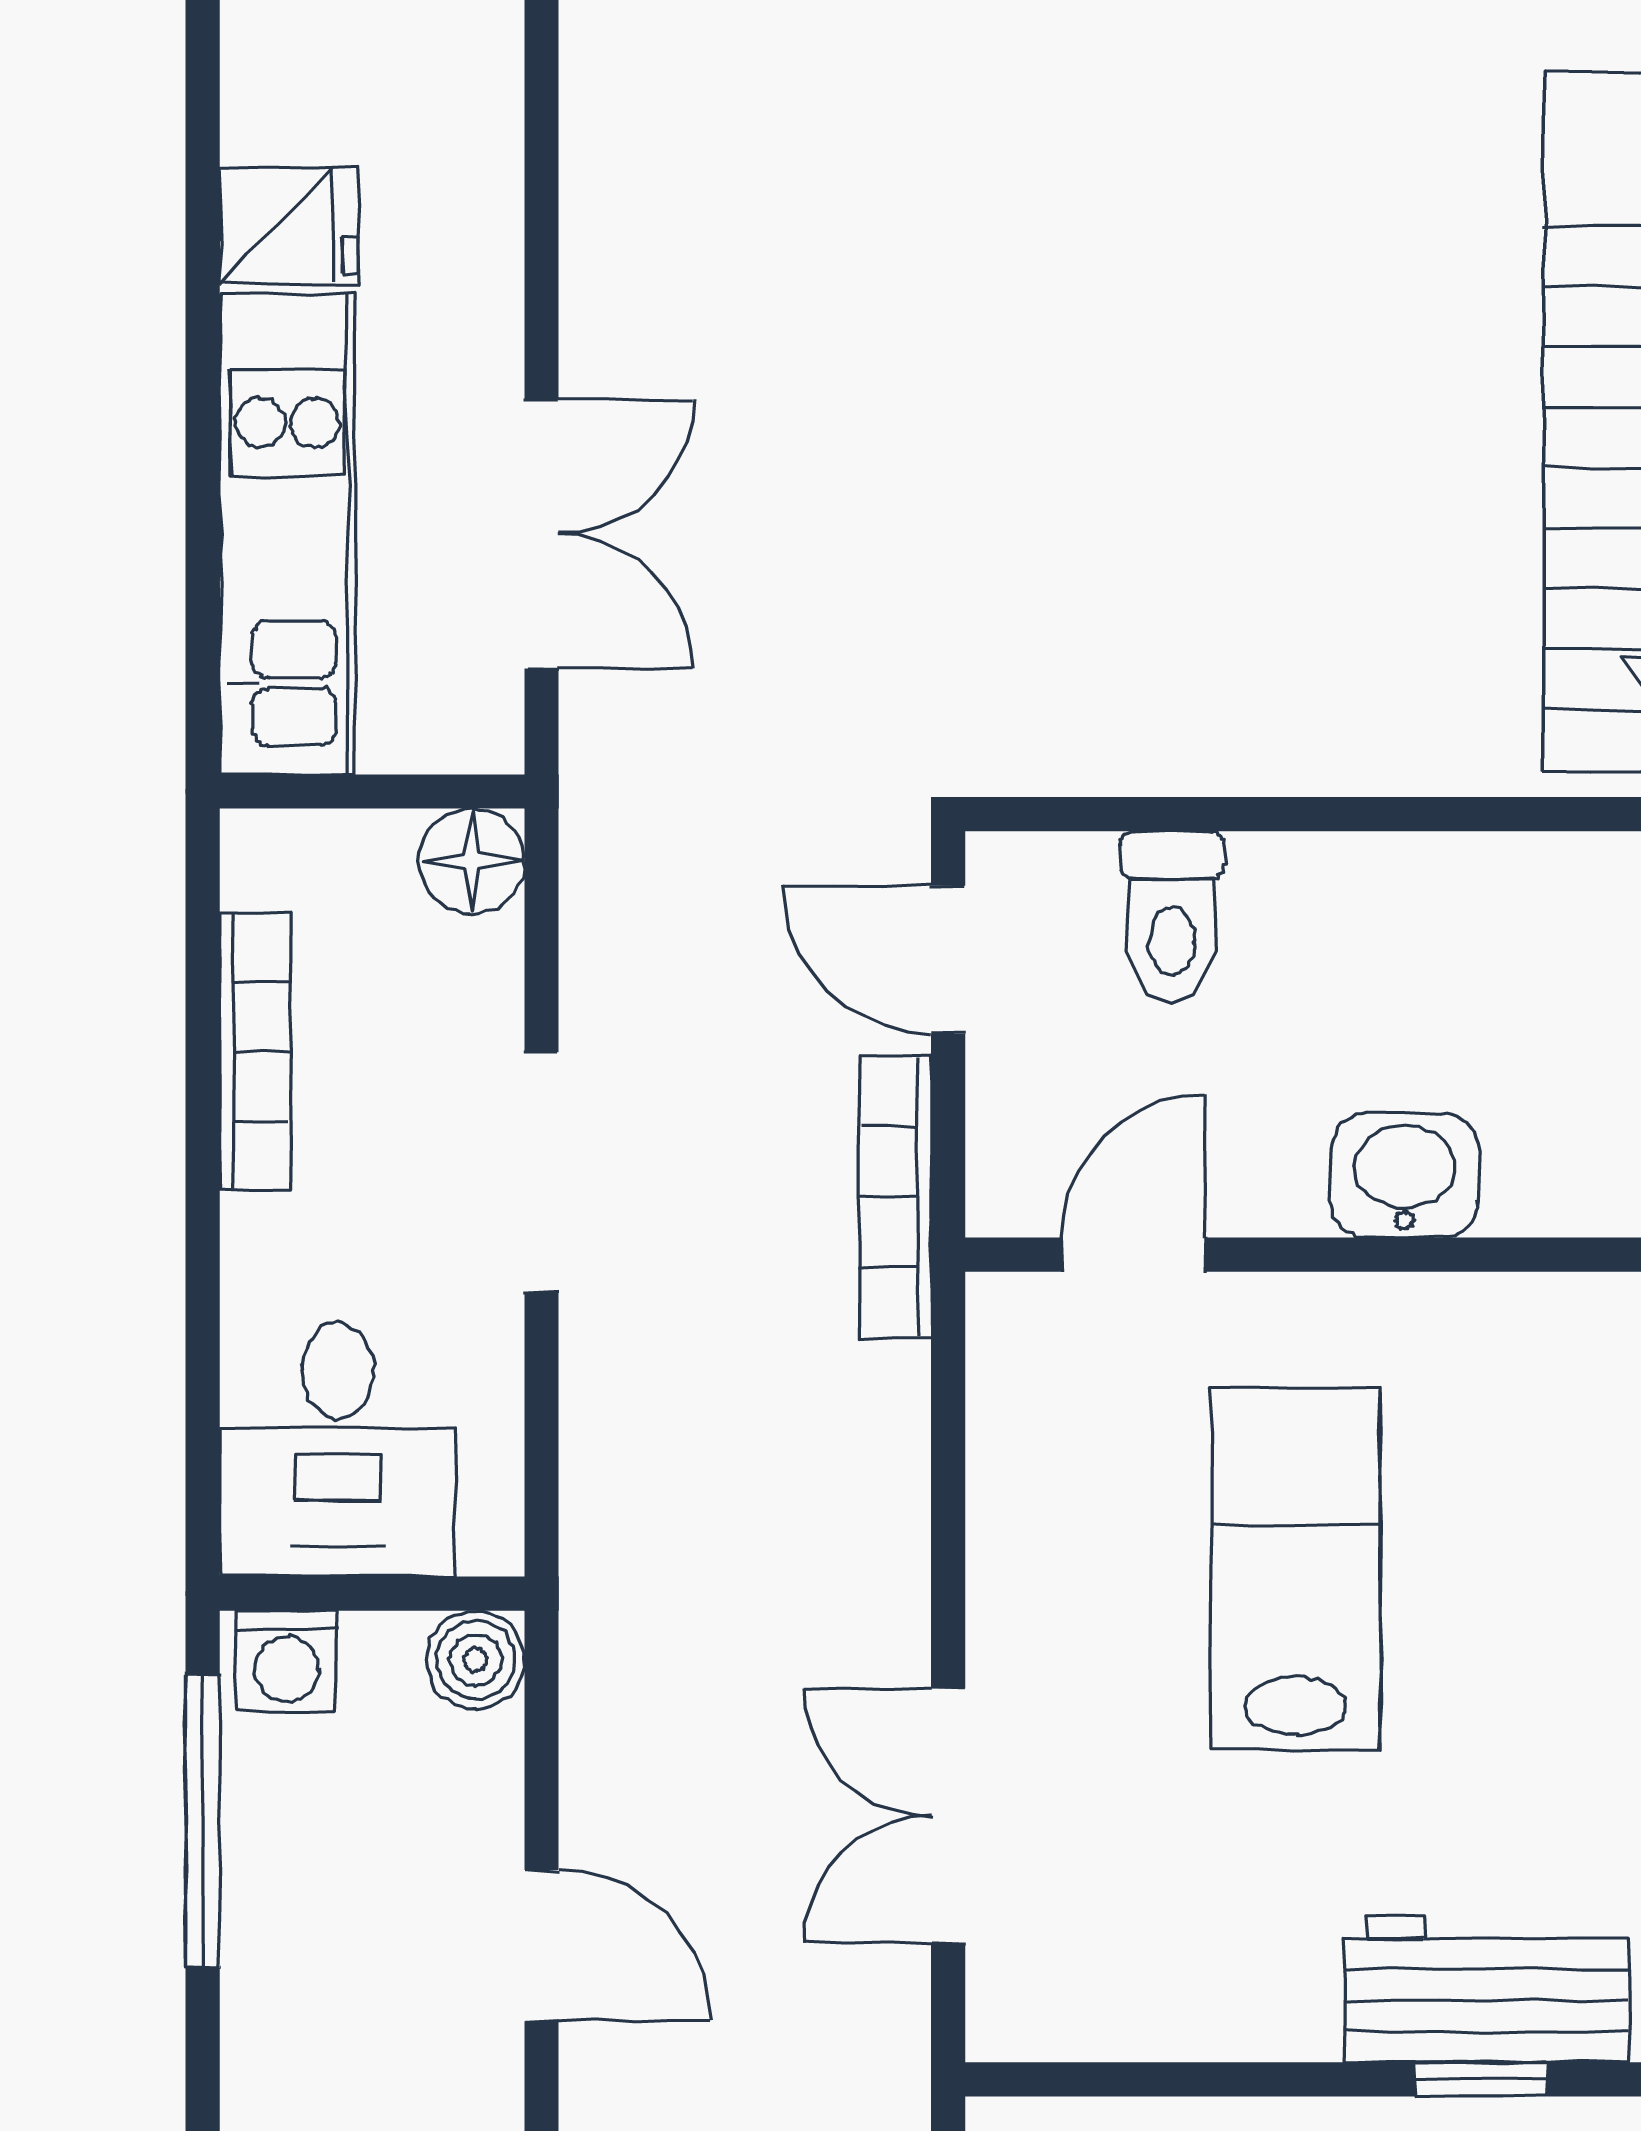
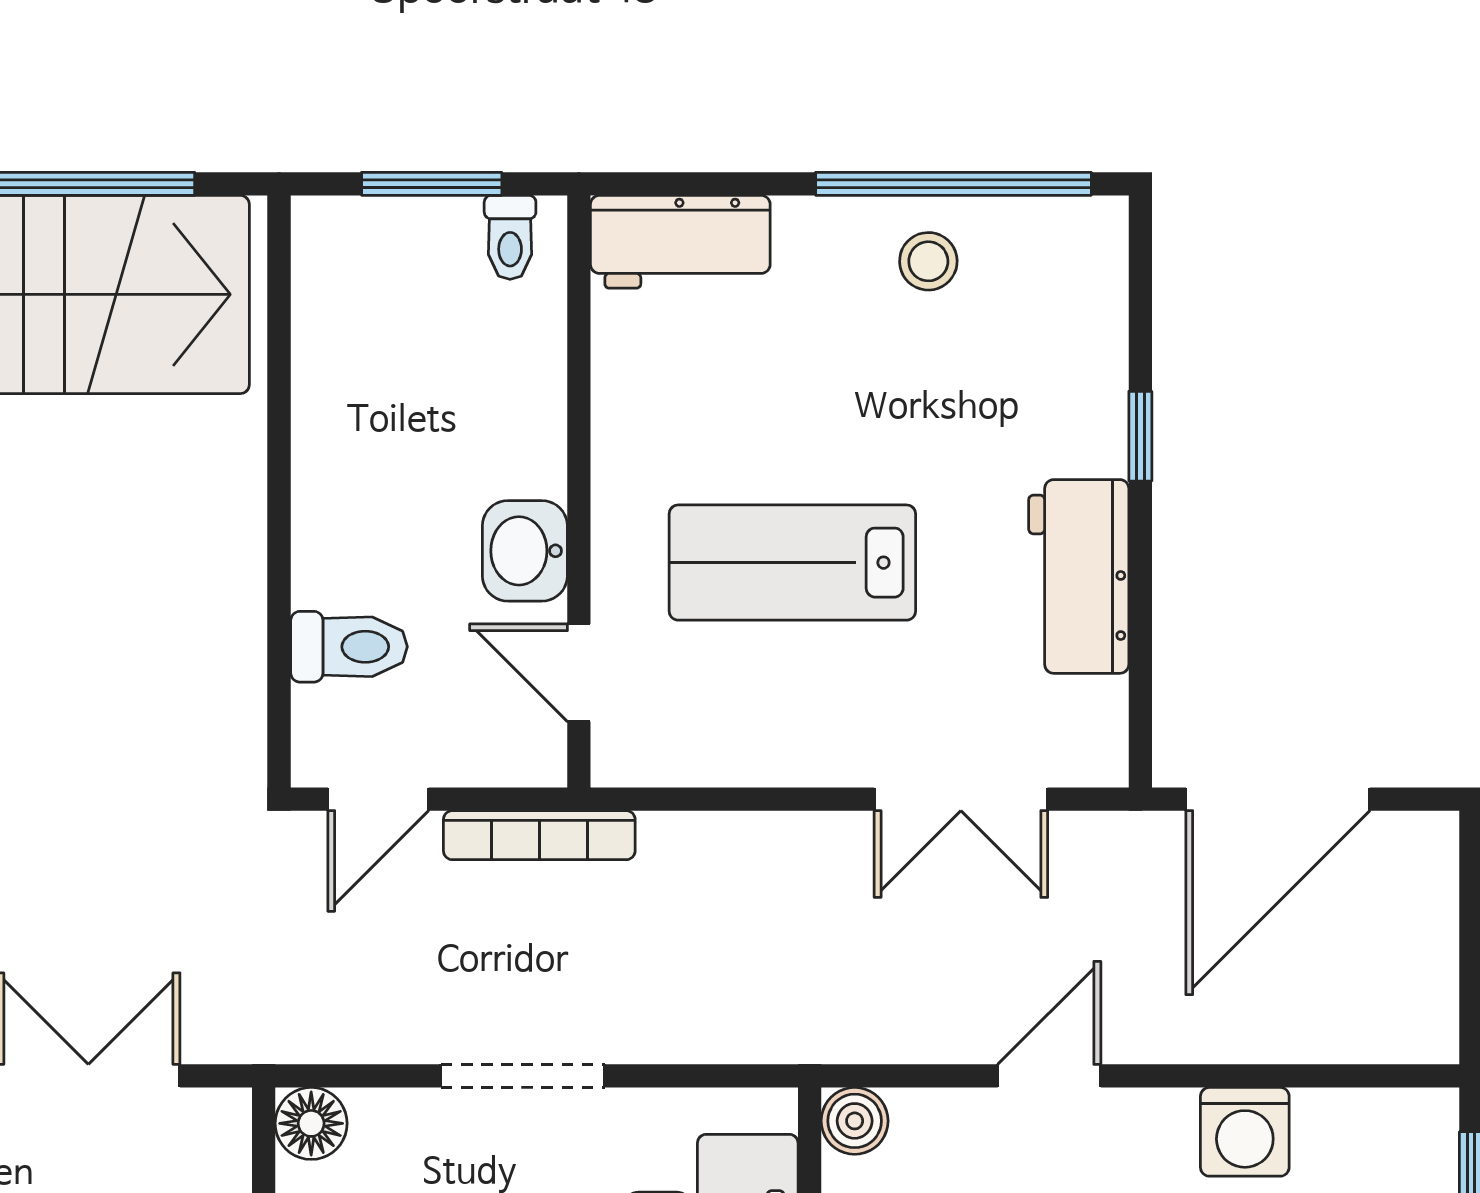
washbasin: (1405, 1175) -> (525, 551), moved
workbench: (1487, 1989) -> (1079, 576), moved

